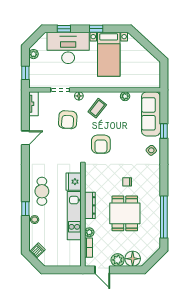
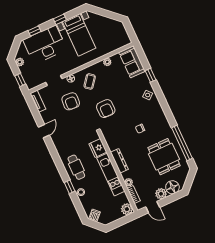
sofa: (151, 114) -> (132, 62), width x0.73
dining table: (125, 213) -> (164, 157), moved
plant: (74, 260) -> (127, 209), added

